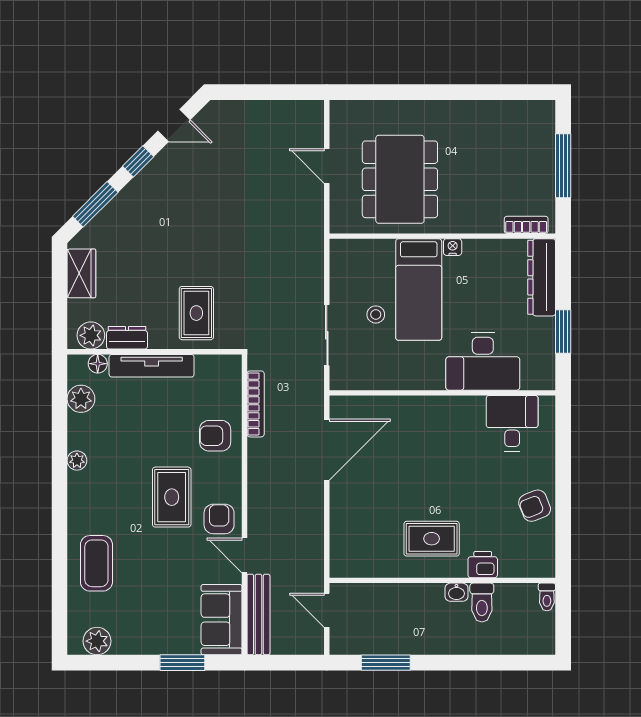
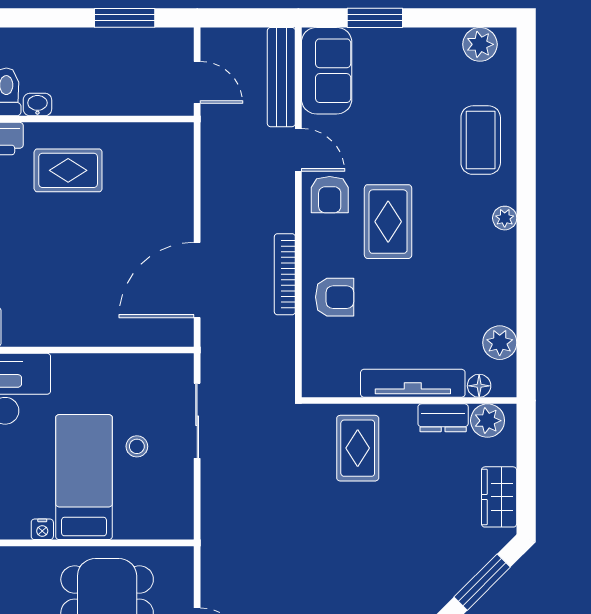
bookcase: (256, 404) -> (285, 274), moved
plant: (77, 461) -> (505, 218), moved

